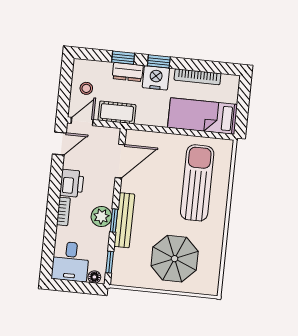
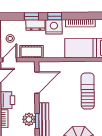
sun lounger: (197, 183) -> (88, 91), width x0.73, depth x0.75

